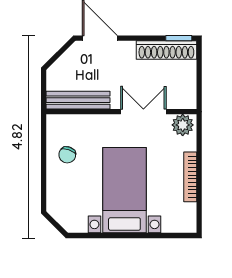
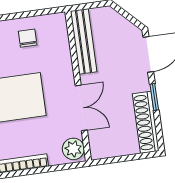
window: (179, 38) -> (154, 97), moved
chair: (67, 155) -> (28, 38), turned 71

